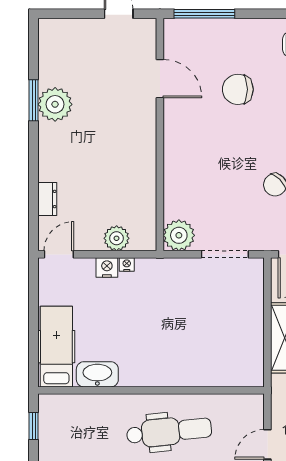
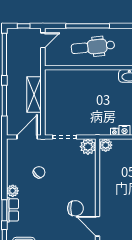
chair: (238, 89) -> (75, 208), moved
plant: (117, 238) -> (106, 145), moved

